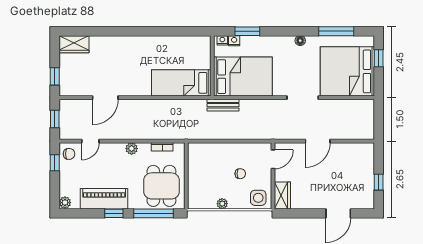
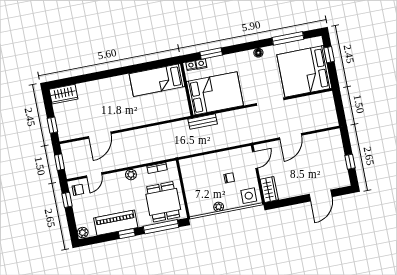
bed: (181, 83) -> (157, 80), moved

